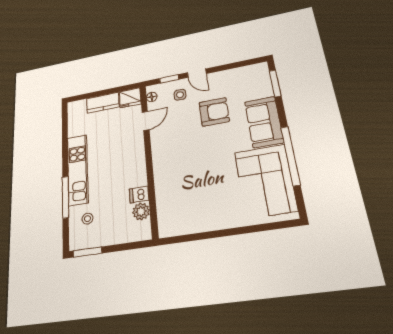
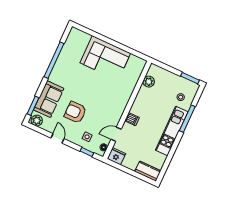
plant: (257, 71) -> (37, 121), added
door: (197, 73) -> (57, 138), moved
kitchen counter: (103, 103) -> (148, 171), moved
sofa: (264, 122) -> (49, 99), moved
corner sofa: (265, 181) -> (105, 58), moved, turned 90
dishwasher: (139, 194) -> (132, 119), moved

